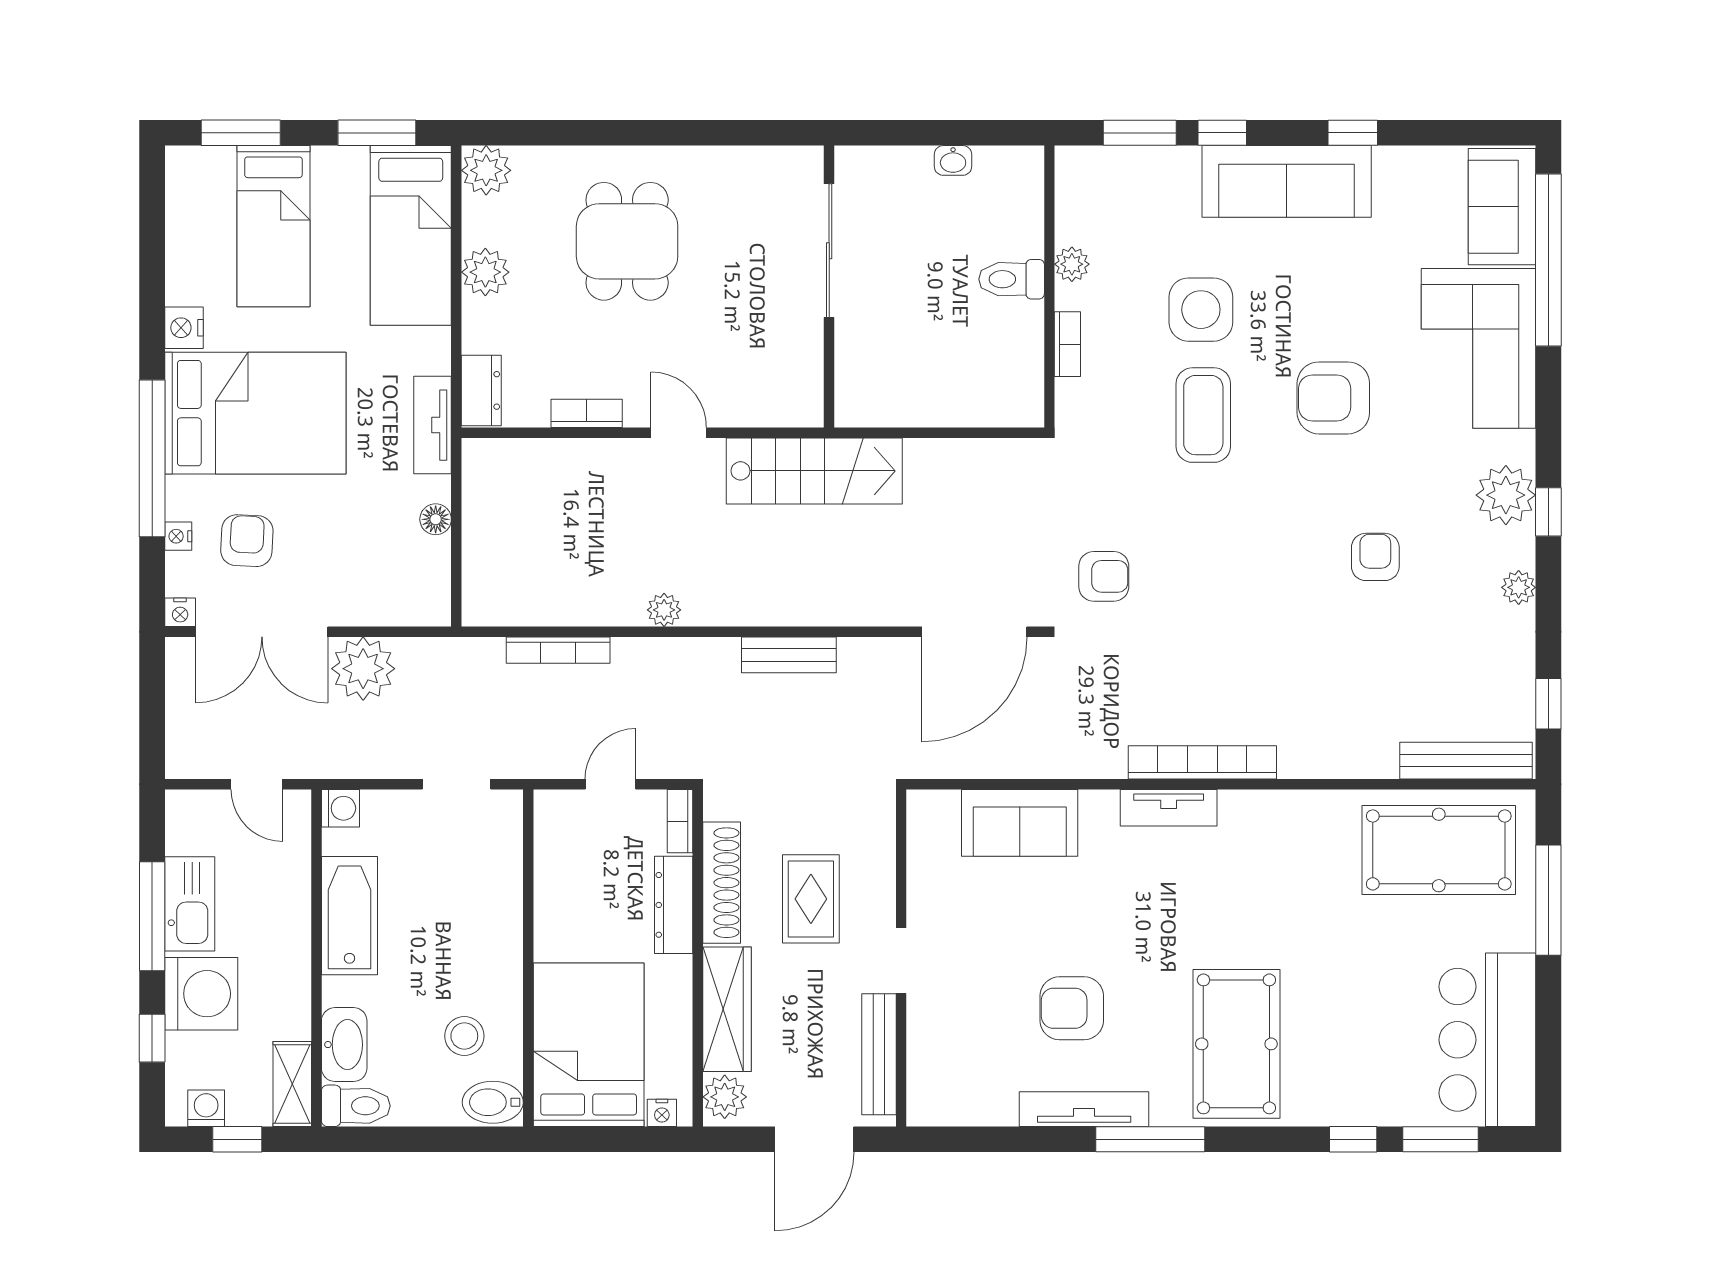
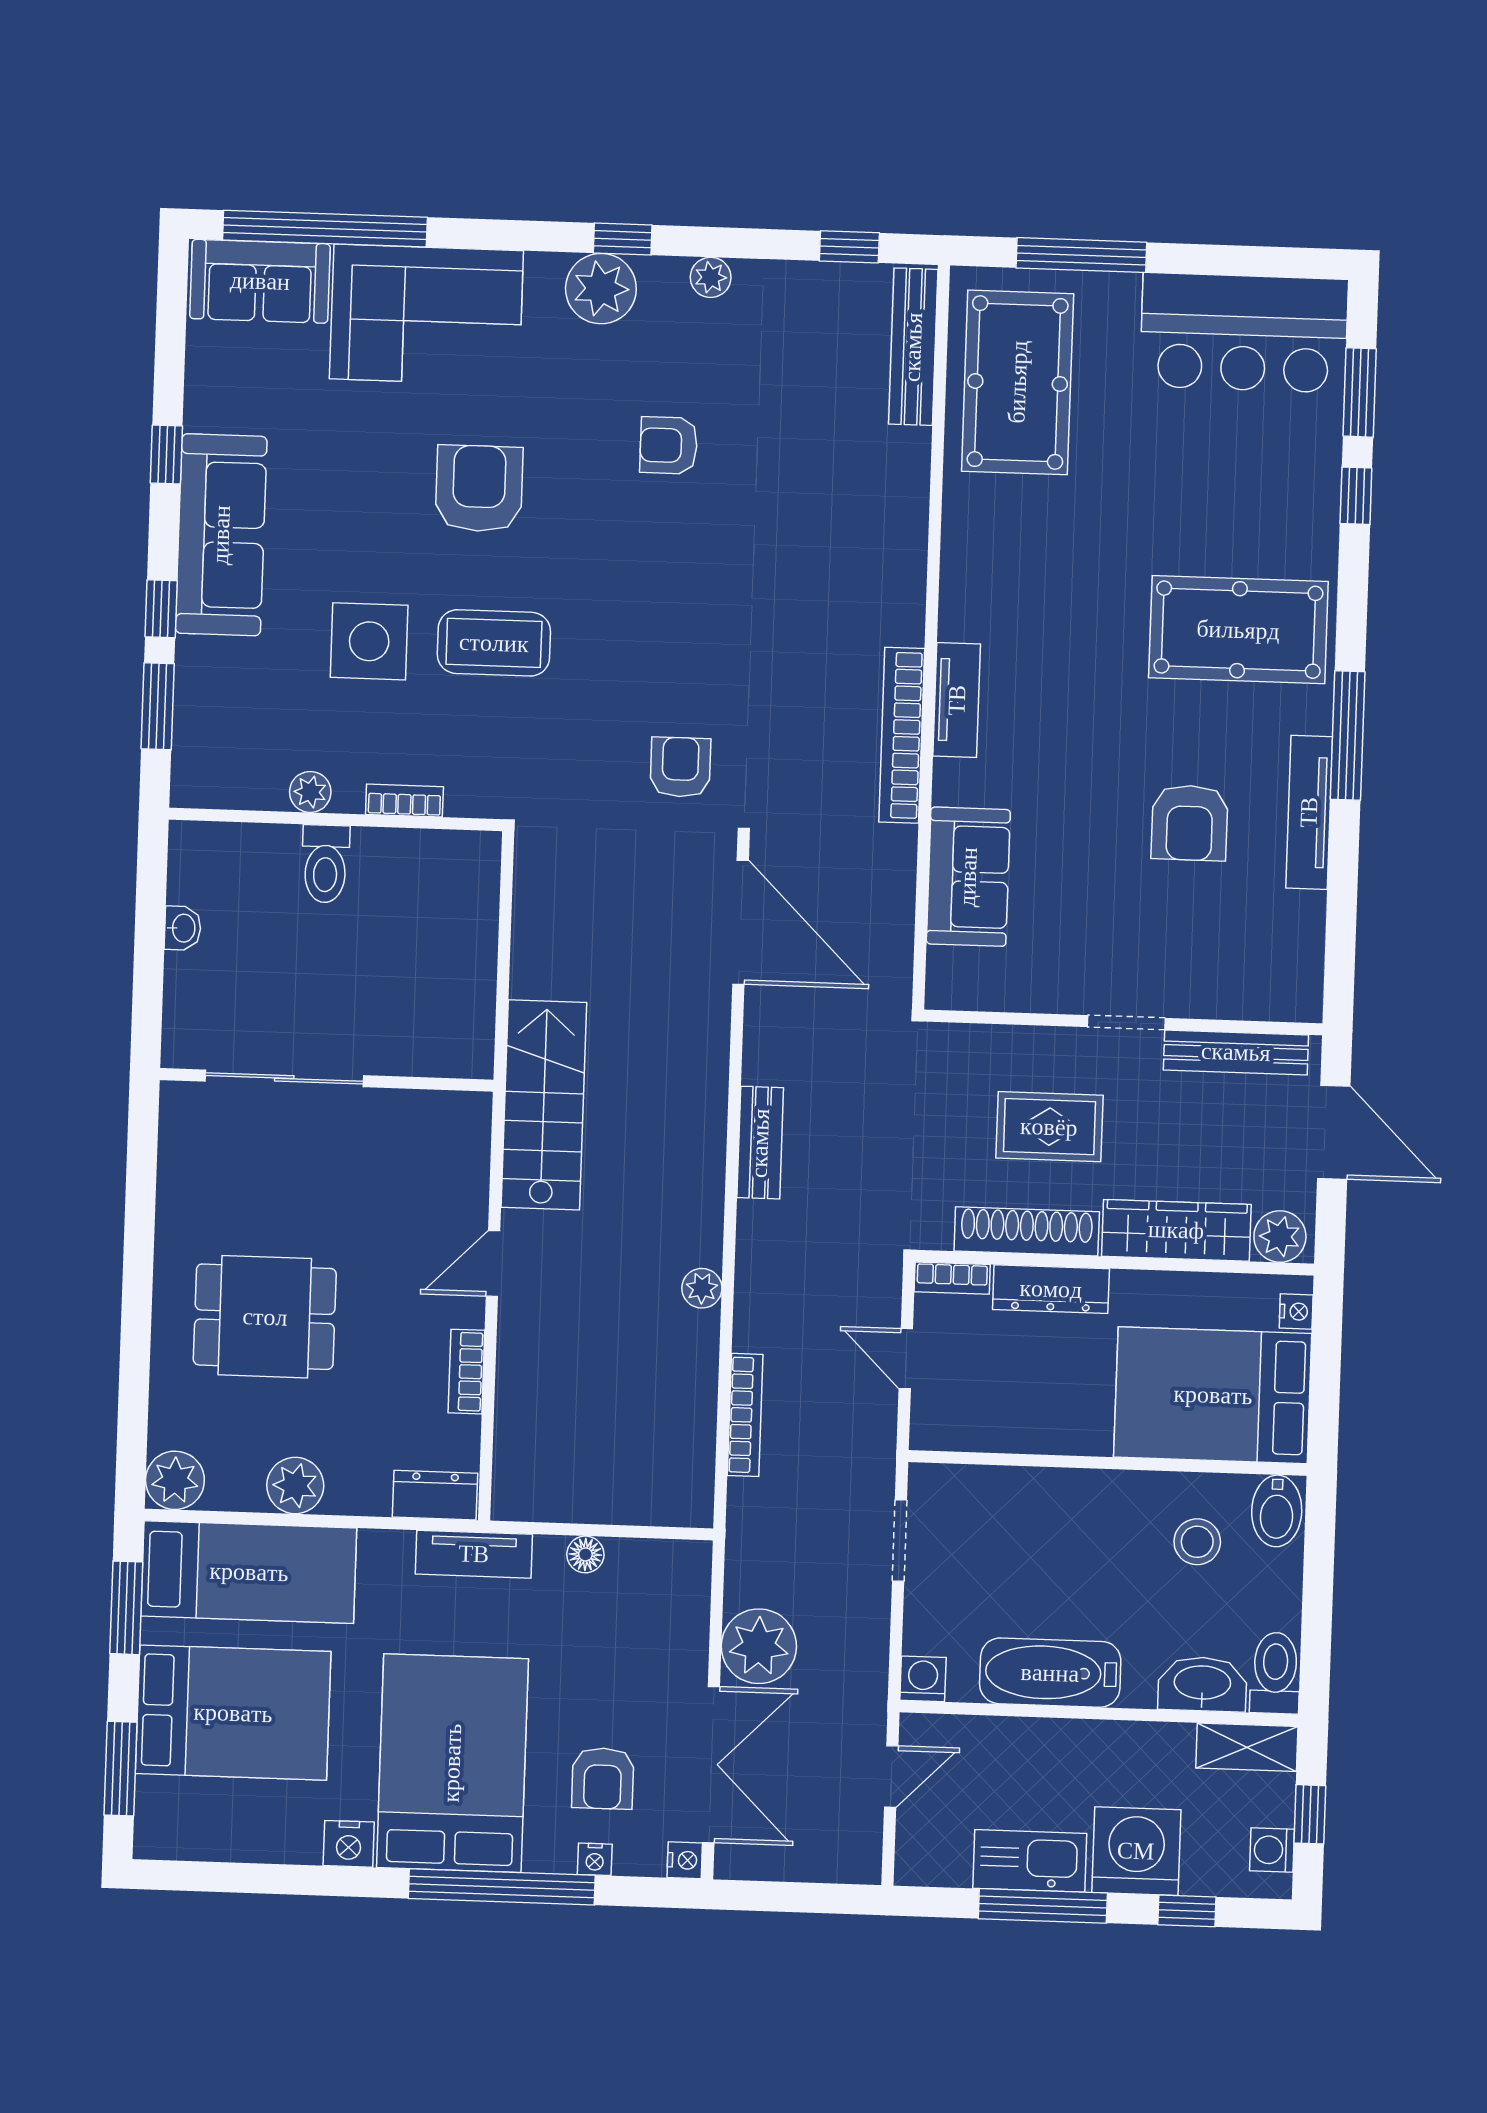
bed: (273, 226) -> (233, 1713), width x1.50
armchair: (1333, 398) -> (479, 488), turned 180
armchair: (247, 541) -> (603, 1778), turned -93
bookcase: (1202, 762) -> (902, 735), moved

